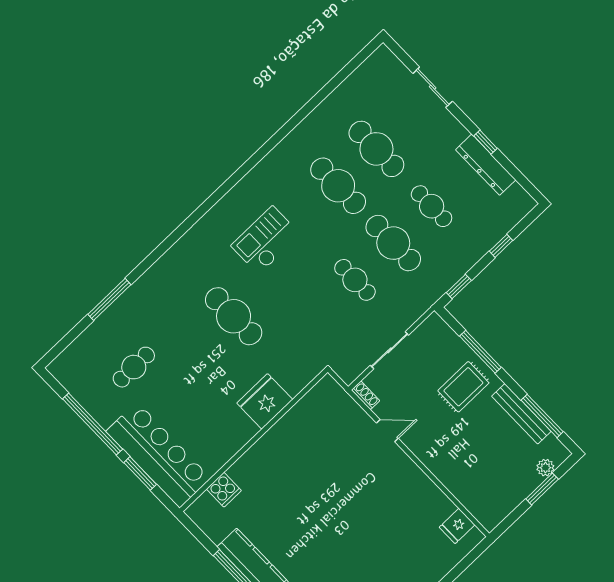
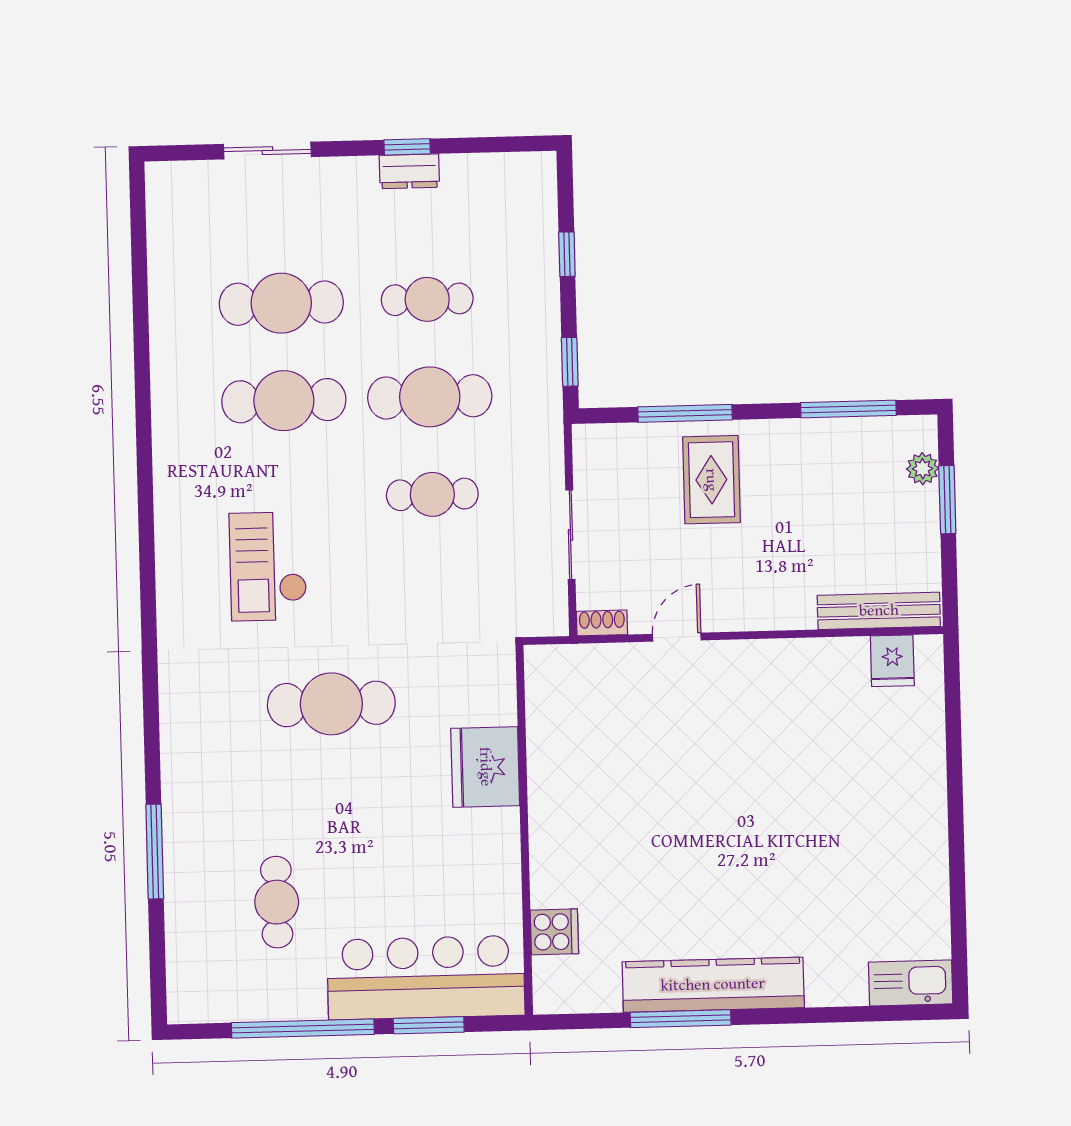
dresser: (486, 165) -> (409, 171), width x0.51, depth x0.80
bench: (521, 414) -> (879, 611), moved

